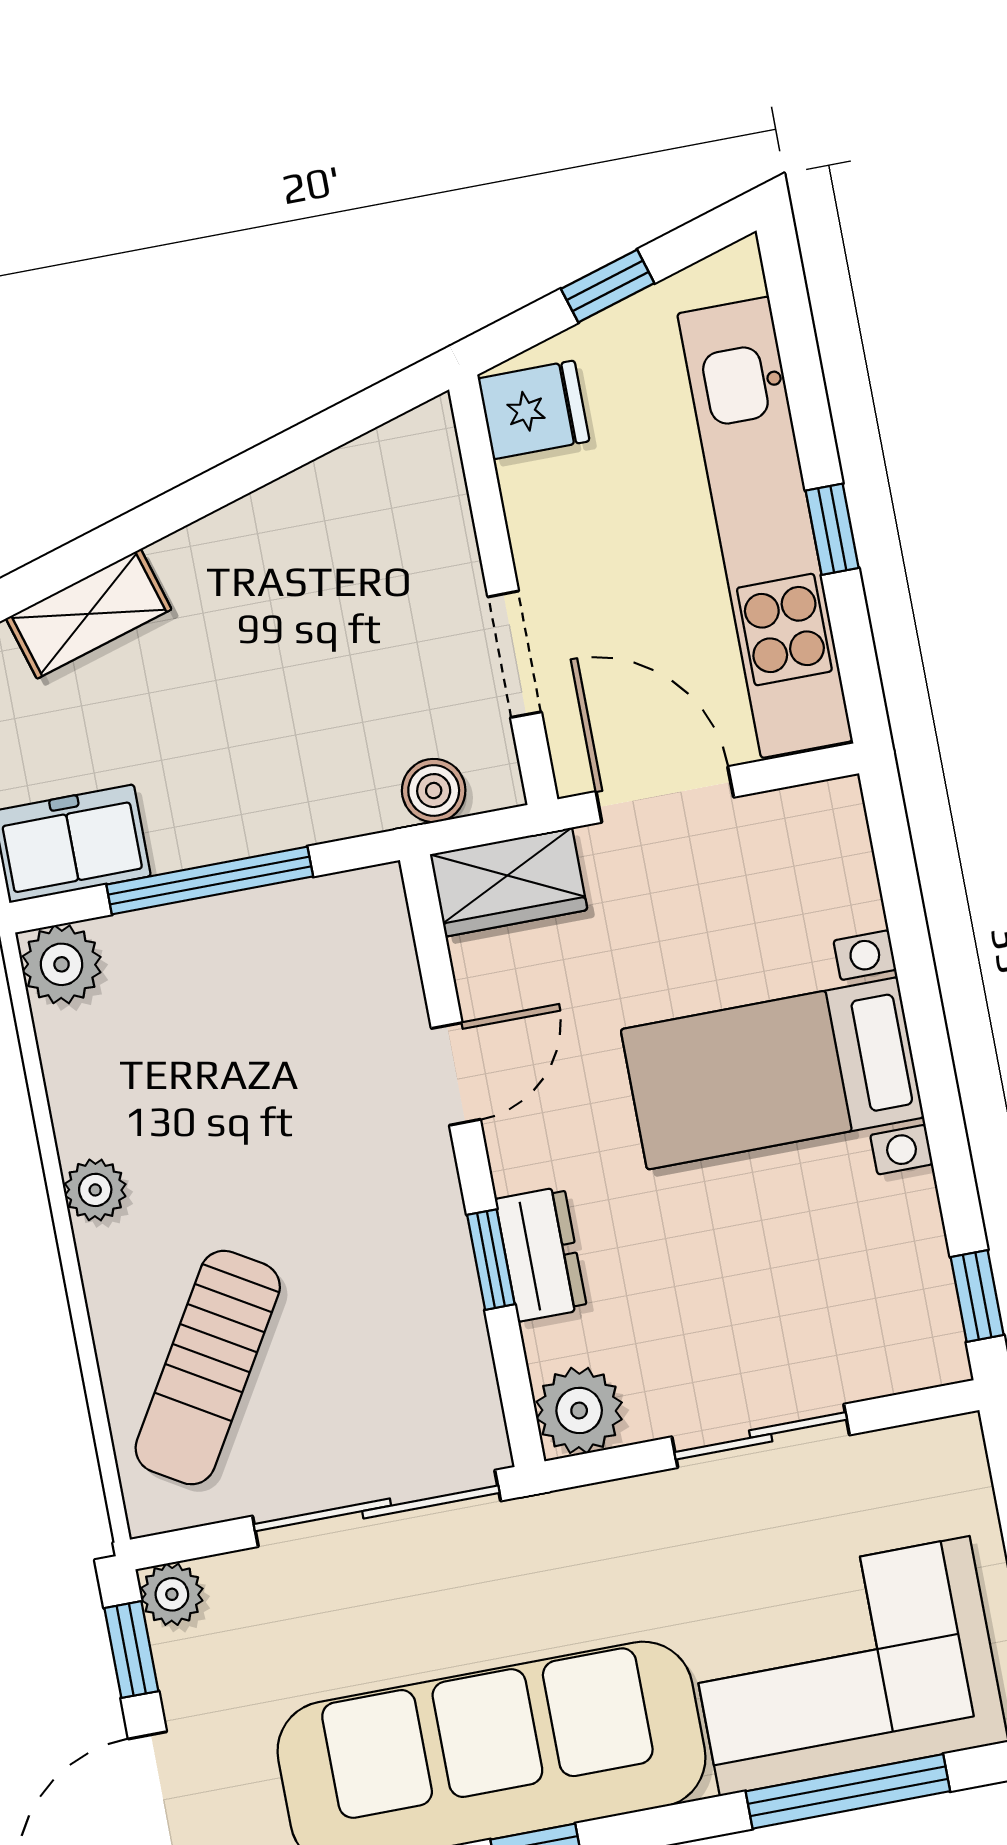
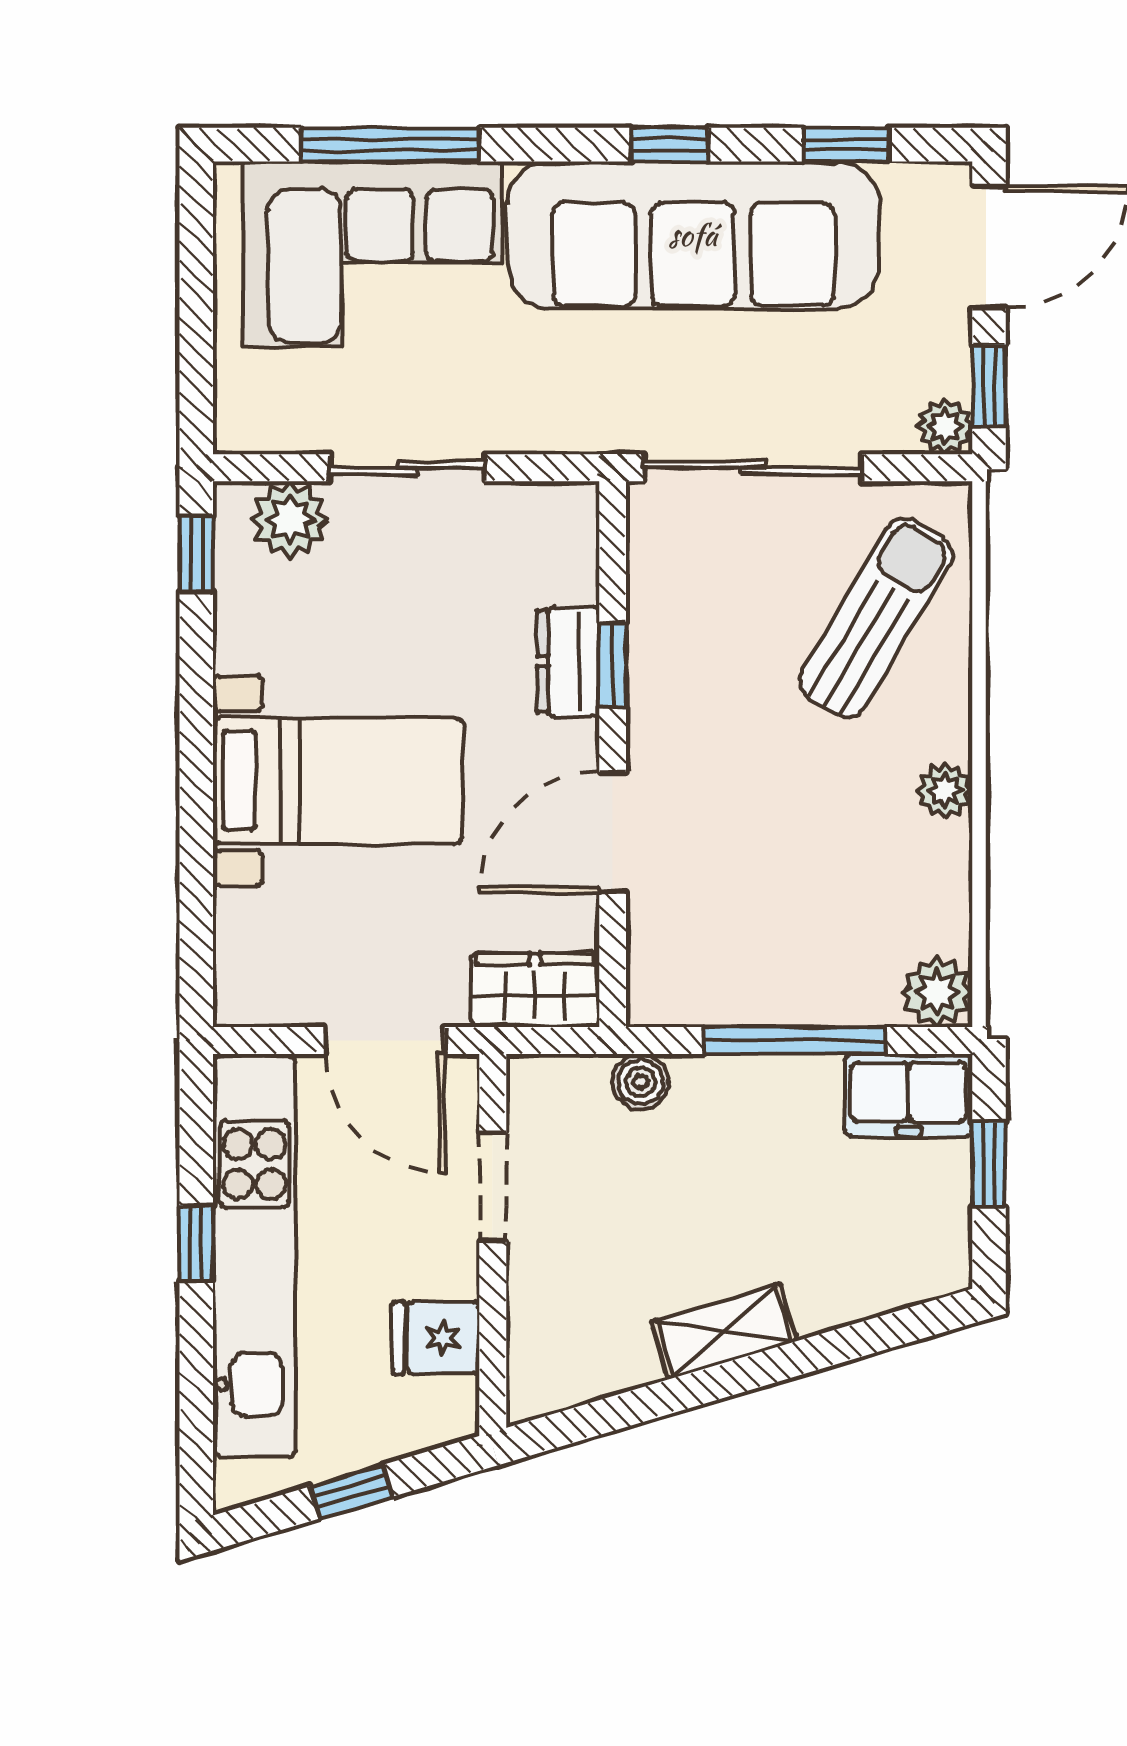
fridge: (534, 410) -> (436, 1338), moved
shelving: (89, 614) -> (724, 1331), moved
boiler: (434, 791) -> (641, 1082), moved
door: (456, 1074) -> (613, 832), width x1.38
plant: (579, 1410) -> (290, 520), moved

